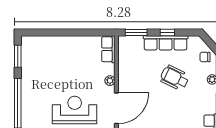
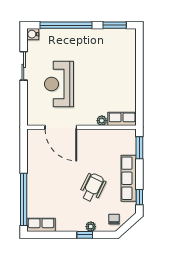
window: (167, 32) -> (139, 197), moved
plant: (110, 81) -> (102, 121), moved
reception desk: (75, 110) -> (59, 84), turned 180

